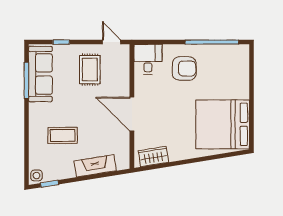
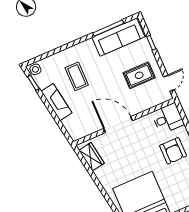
door: (132, 114) -> (118, 125), hinge flipped
fireplace: (95, 166) -> (57, 102), moved

